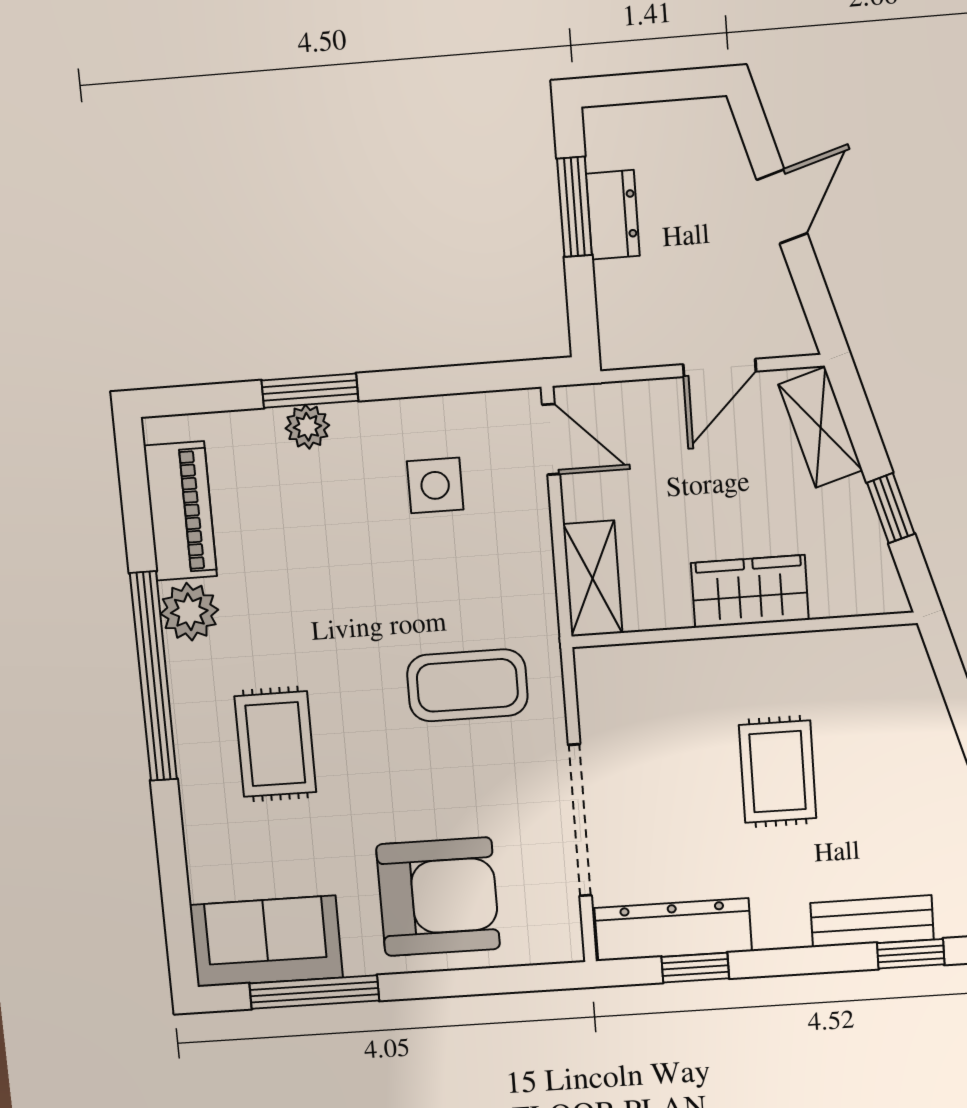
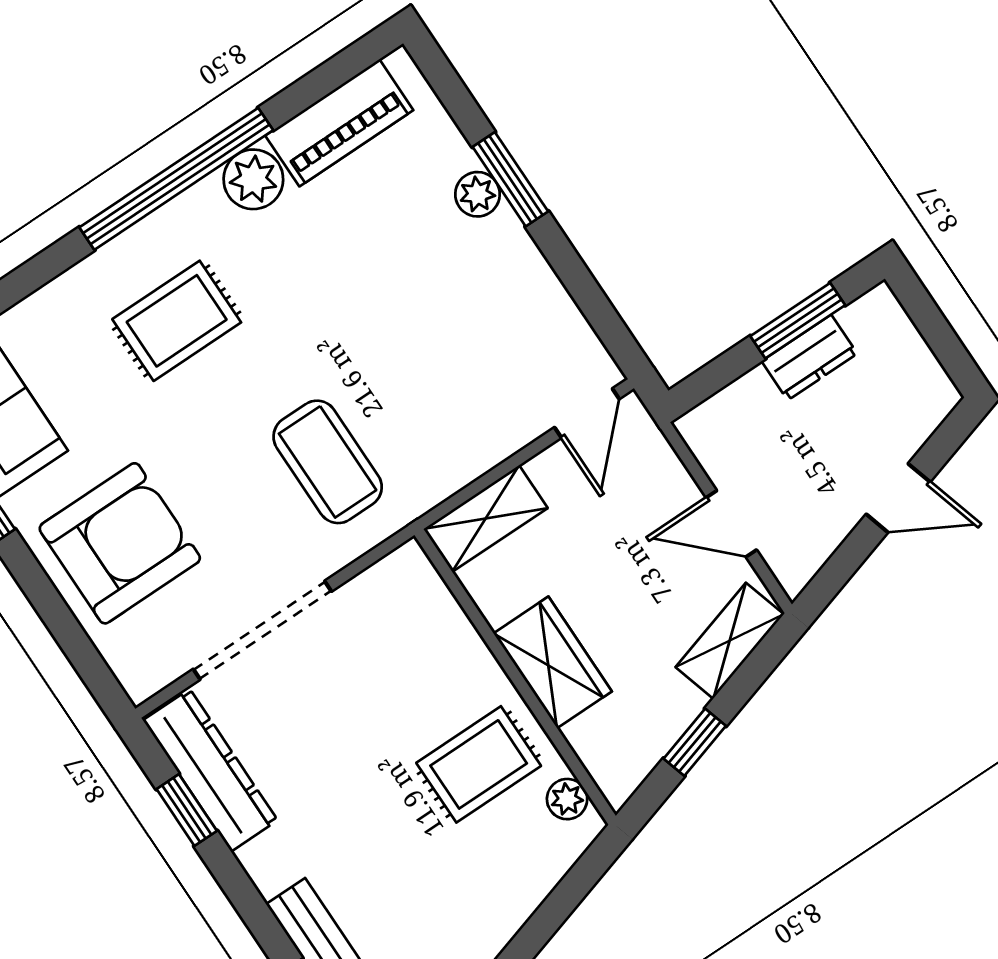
side table: (435, 485) -> (489, 334), removed
plant: (875, 646) -> (567, 799), added
rug: (778, 772) -> (479, 764), moved
armchair: (438, 897) -> (120, 543), turned -90

